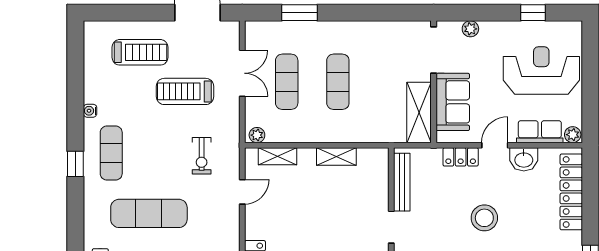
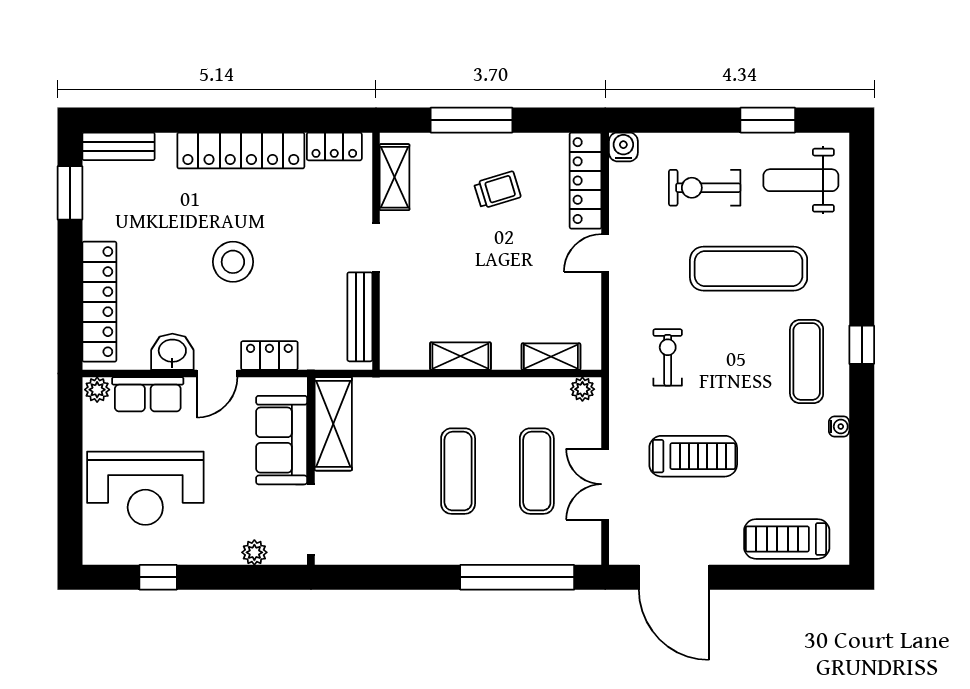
window: (299, 13) -> (517, 577), width x2.11
treadmill: (140, 52) -> (787, 539), moved
door: (242, 192) -> (605, 253), moved

